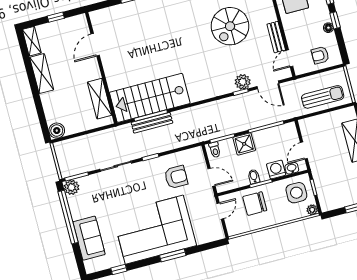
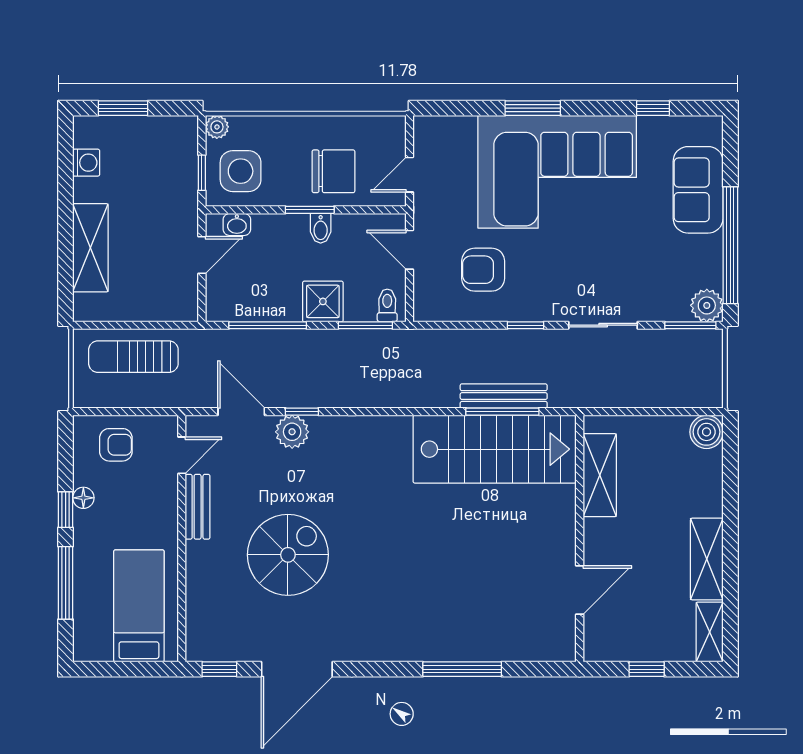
washing machine: (276, 169) -> (270, 231), removed

